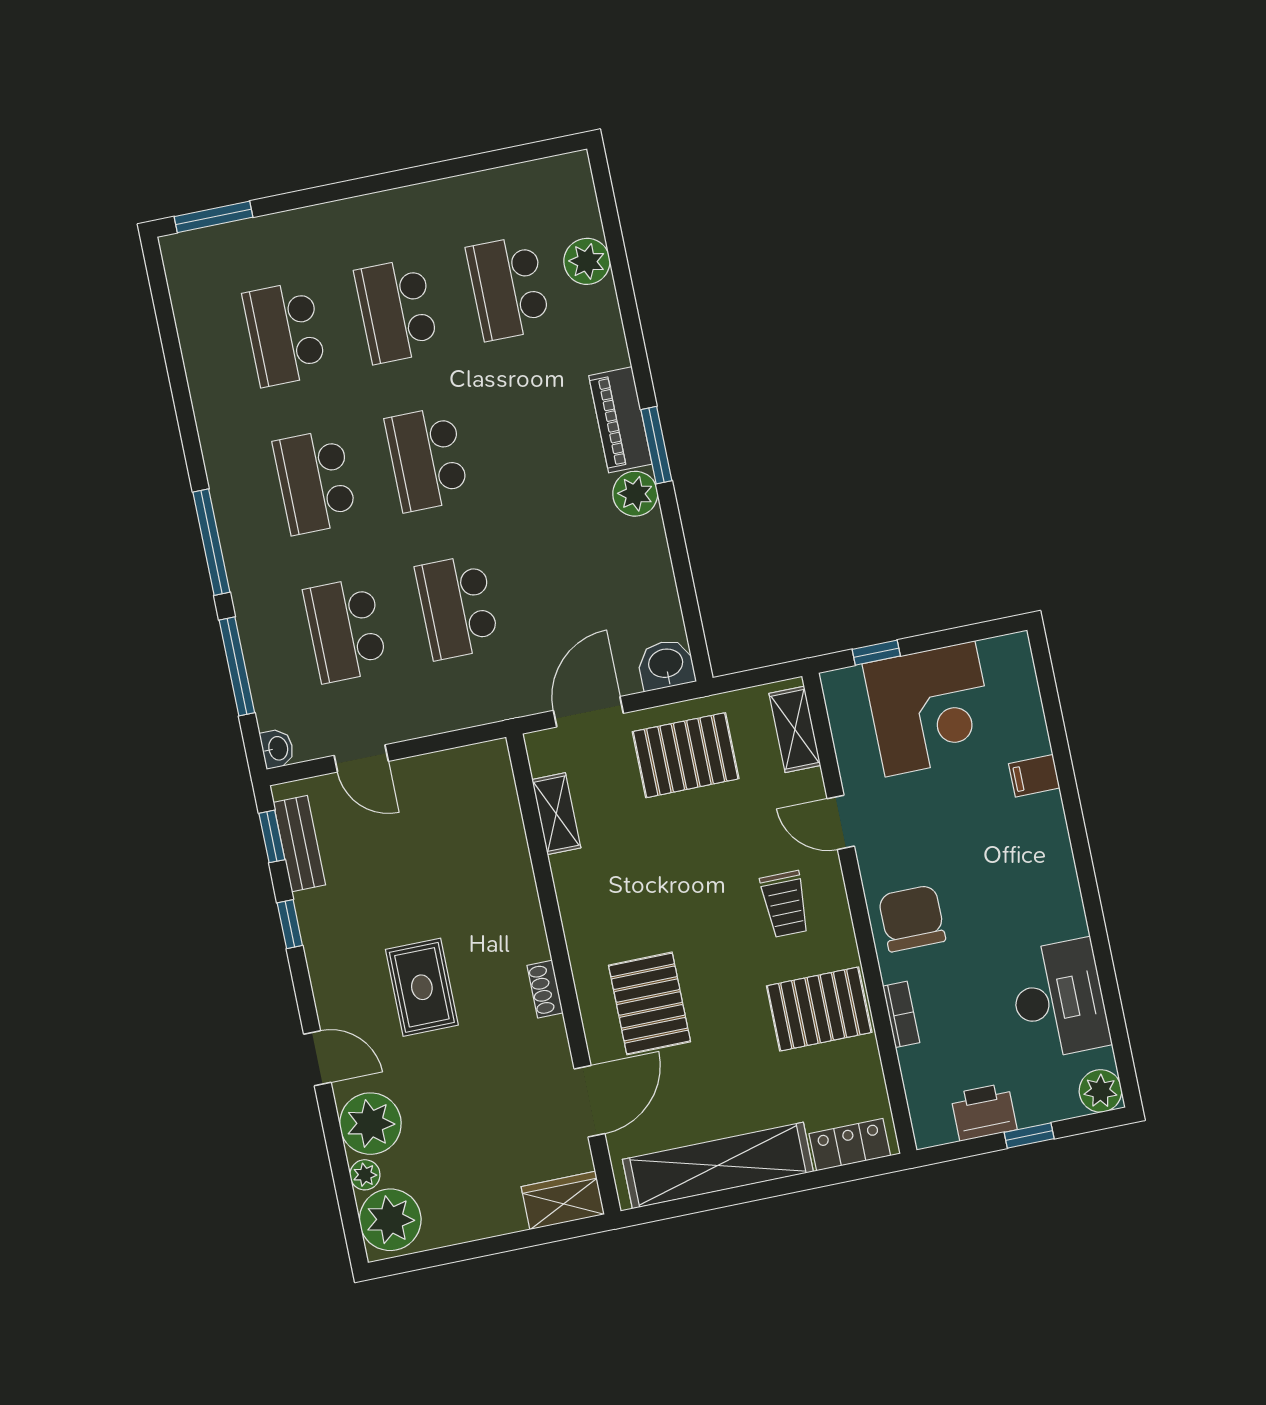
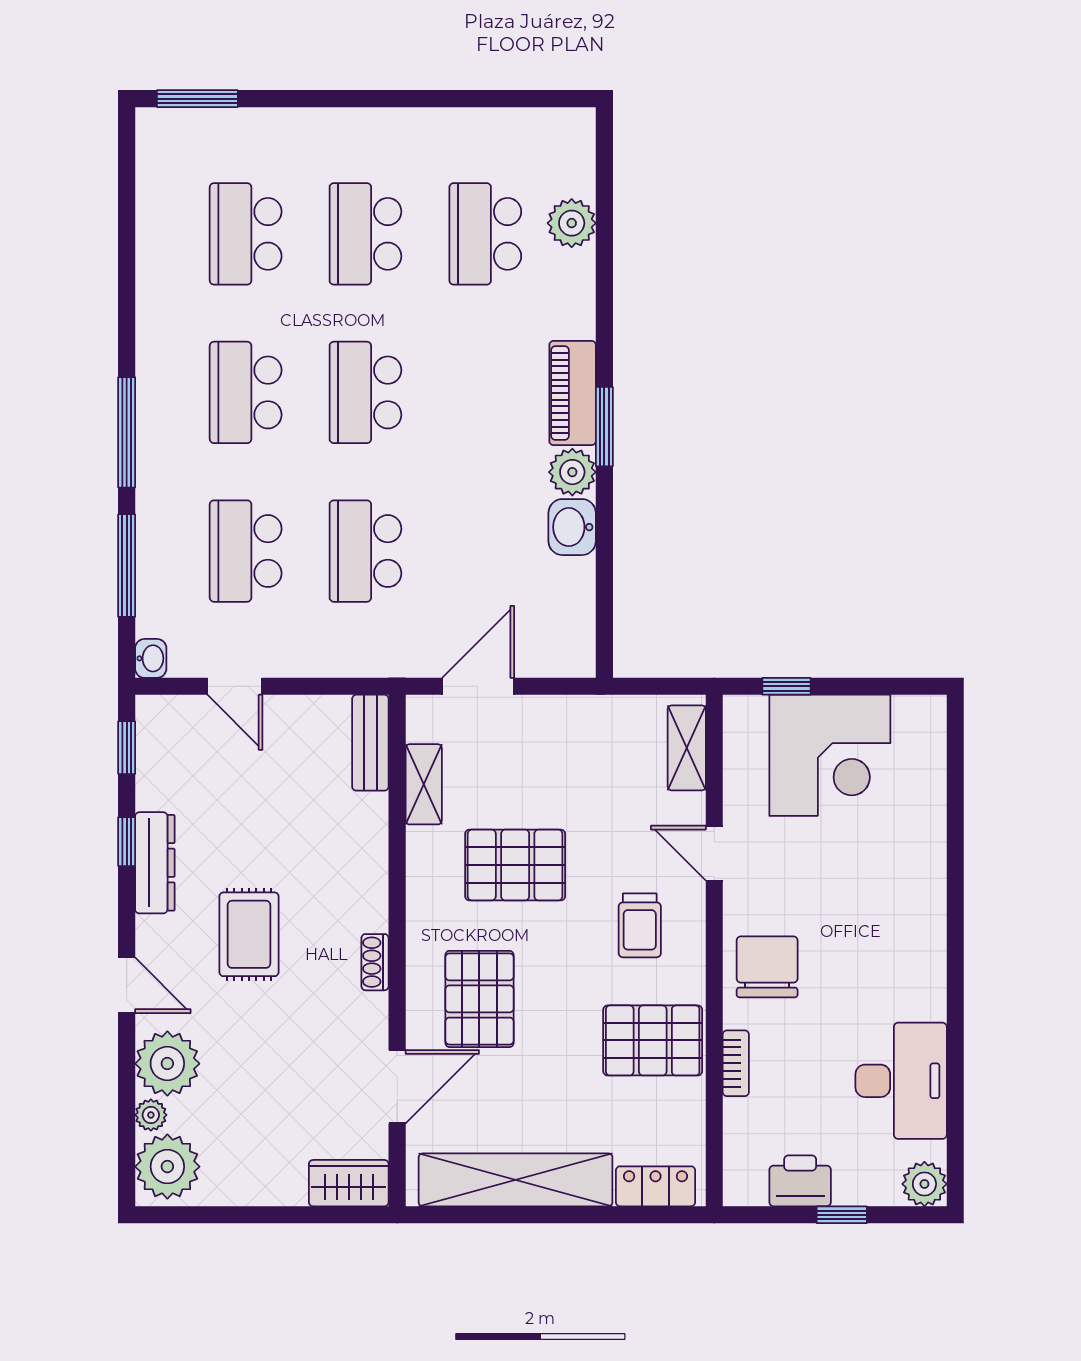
washbasin: (666, 665) -> (572, 527), moved, turned -90
pallet: (686, 755) -> (515, 865), moved
filing cabinet: (1034, 776) -> (923, 846), removed
bench: (299, 844) -> (370, 743), moved
dresser: (320, 939) -> (155, 863), added

